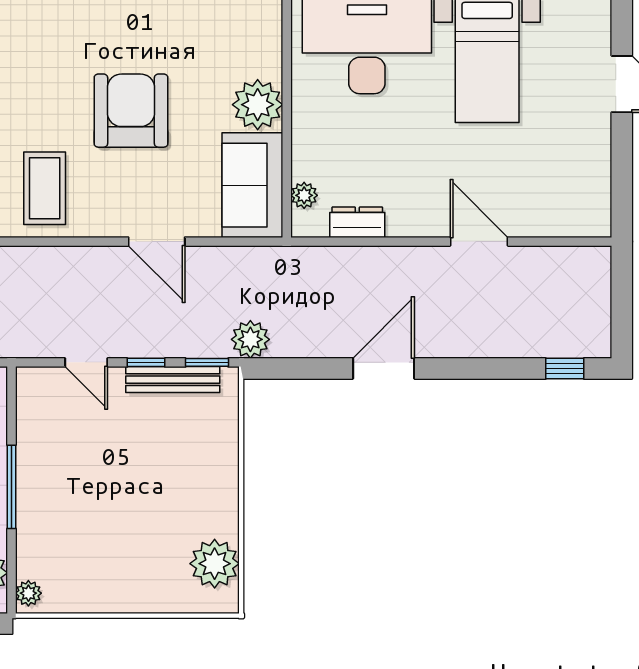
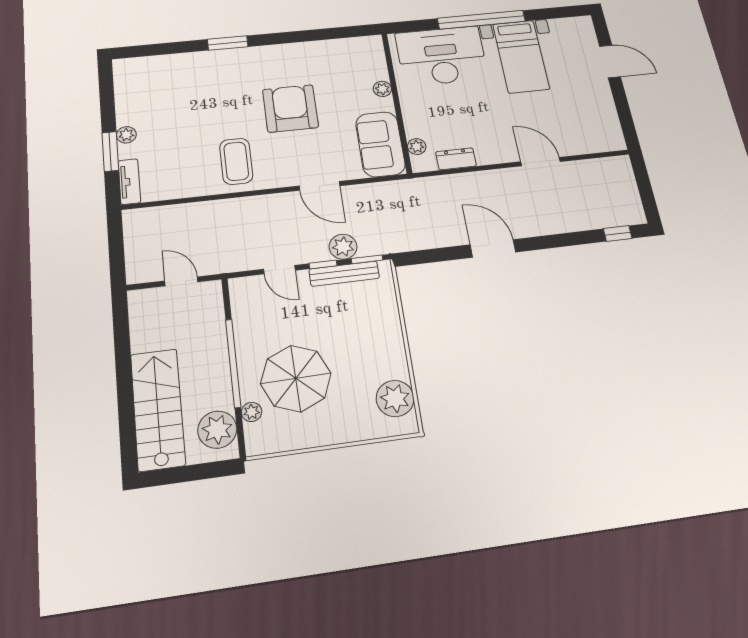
plant: (258, 105) -> (382, 89), width x0.53, depth x0.53
plant: (250, 339) -> (343, 247), moved
door: (384, 368) -> (493, 248), hinge flipped
window: (12, 487) -> (233, 363), width x1.46
parasol: (90, 519) -> (296, 378), added
plant: (28, 593) -> (252, 412), moved

